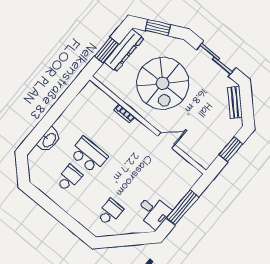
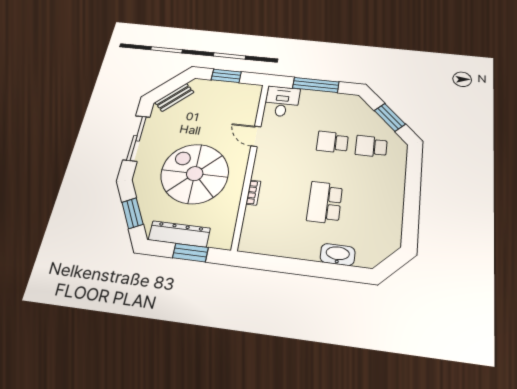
spiral stairs: (163, 83) -> (195, 174), turned -90
school desk: (69, 178) -> (332, 142), moved
desk: (154, 211) -> (282, 102), moved
window: (124, 240) -> (390, 117), added

